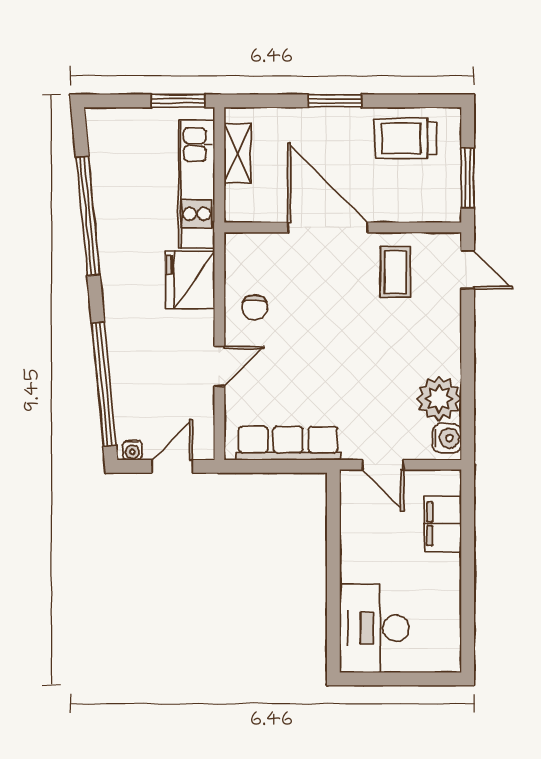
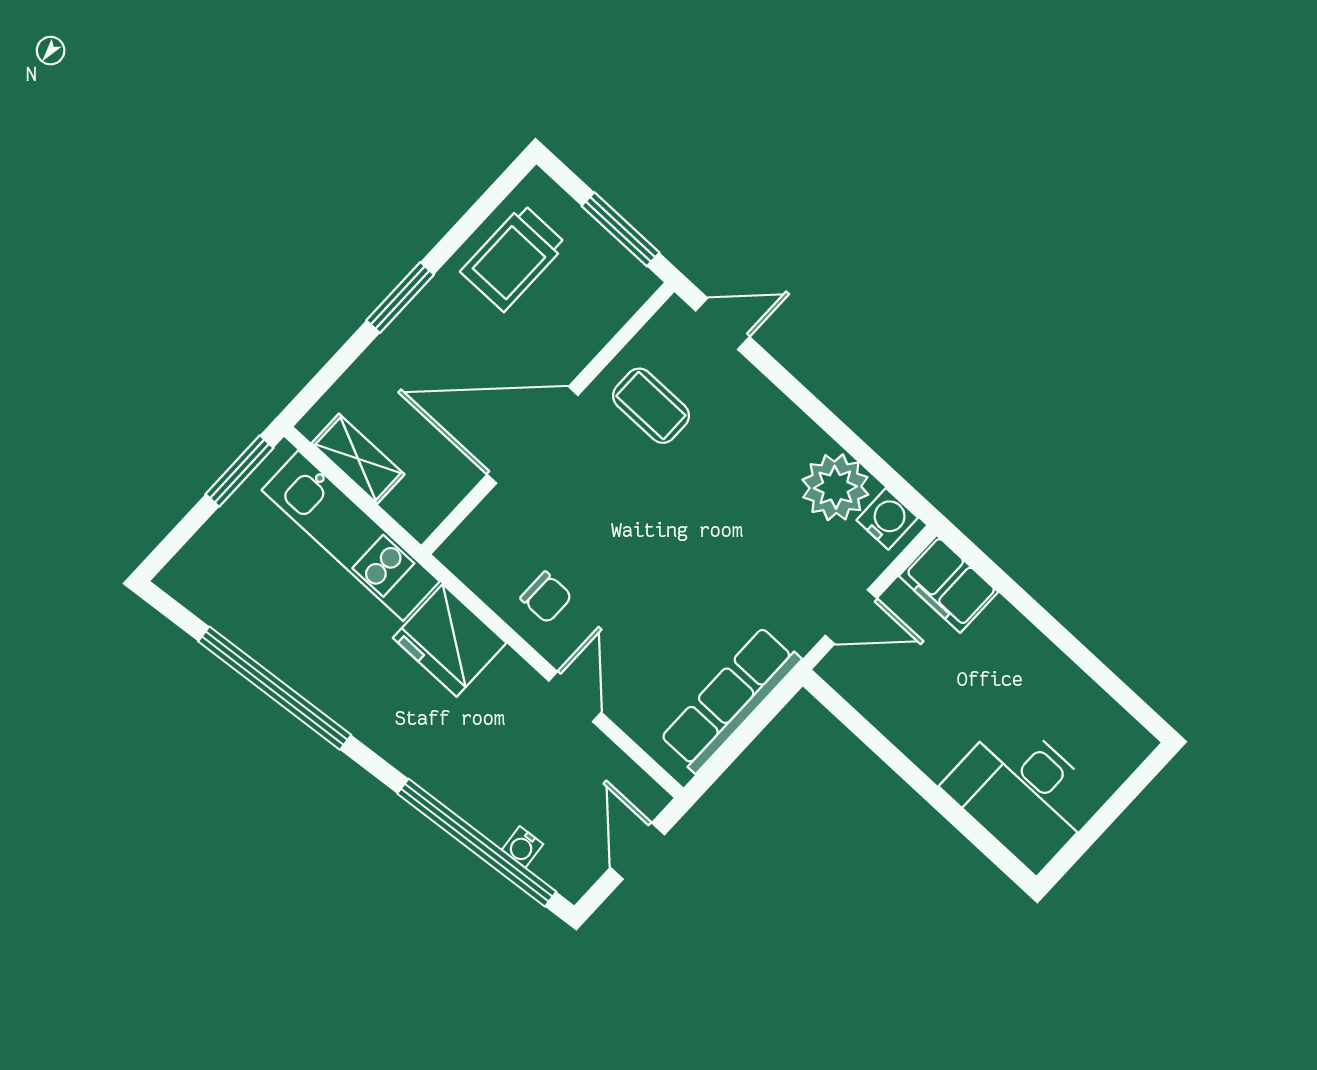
water cooler: (132, 450) -> (522, 847), moved, turned 85
filing cabinet: (443, 524) -> (948, 584), moved

